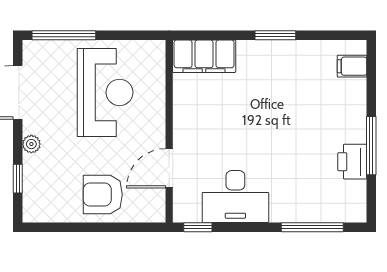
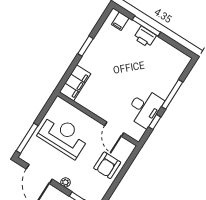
window: (371, 146) -> (146, 26), moved
printer: (352, 162) -> (145, 37), moved
window: (198, 227) -> (155, 122), moved
window: (312, 227) -> (172, 94), moved

